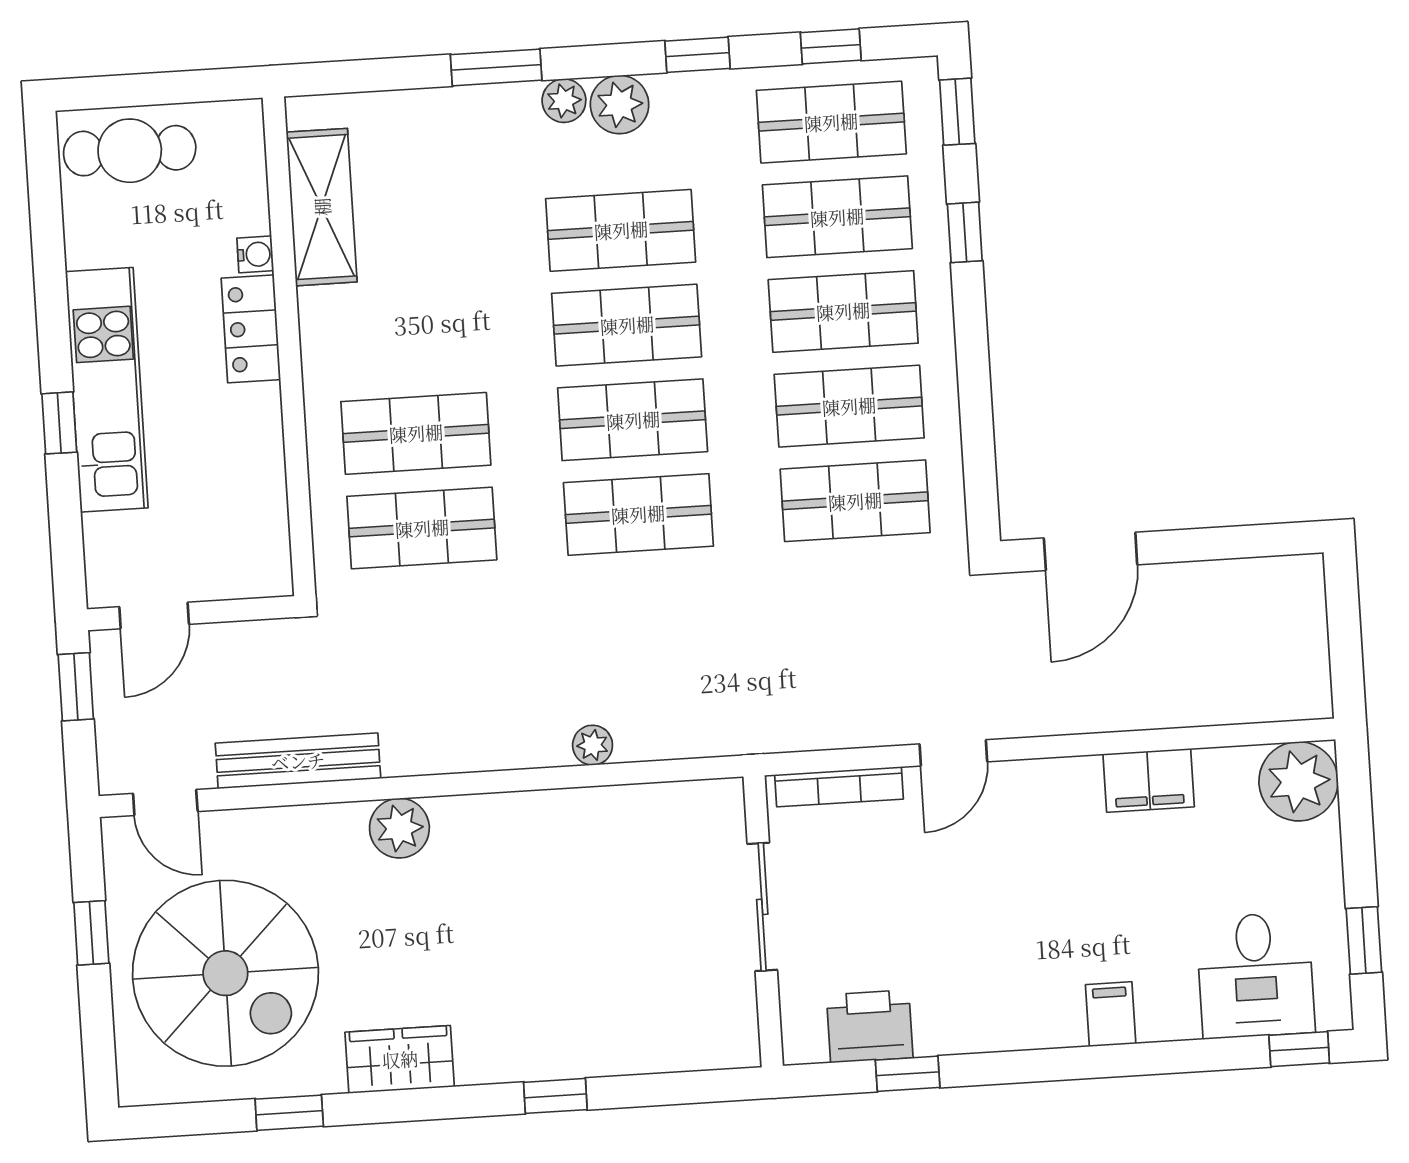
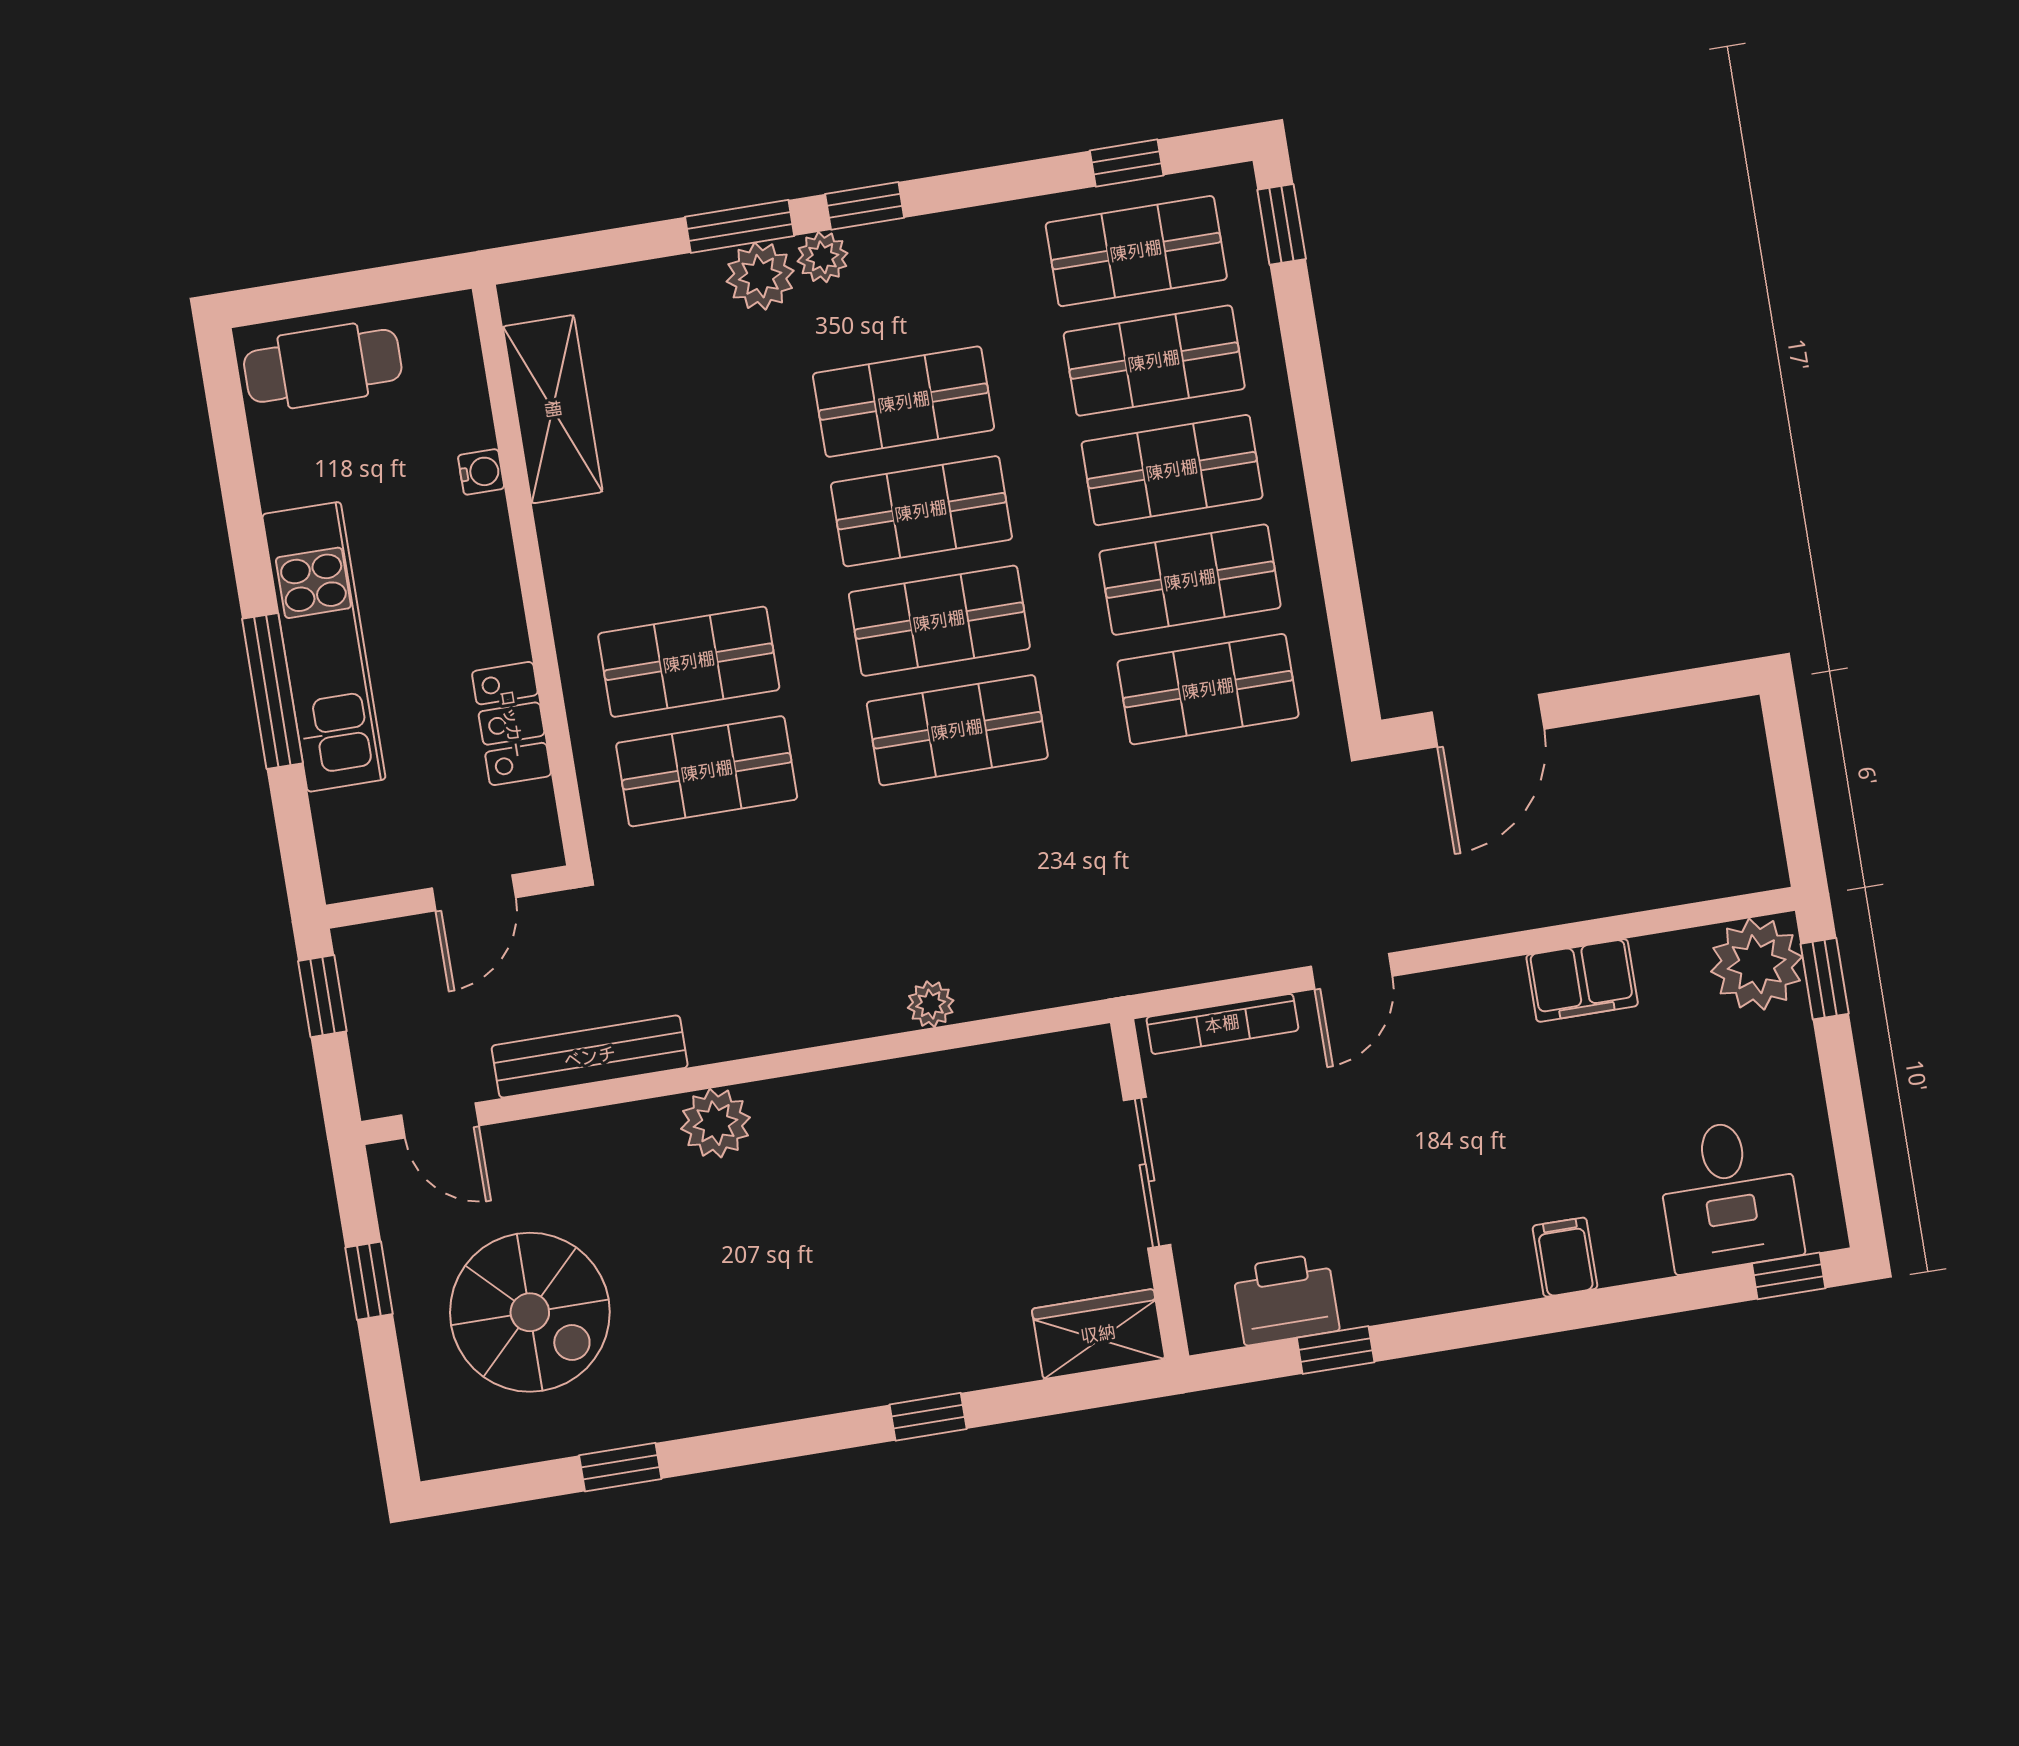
window: (698, 55) -> (865, 206), moved
plant: (620, 105) -> (760, 276), moved
window: (965, 232) -> (1304, 364), removed
locker: (251, 329) -> (512, 724), moved
window: (59, 423) -> (272, 691), width x2.17
door: (154, 615) -> (474, 893), moved
window: (1364, 940) -> (1825, 979), moved
spiral stairs: (225, 973) -> (530, 1312), width x0.73, depth x0.73
wardrobe: (400, 1059) -> (1098, 1334), moved

